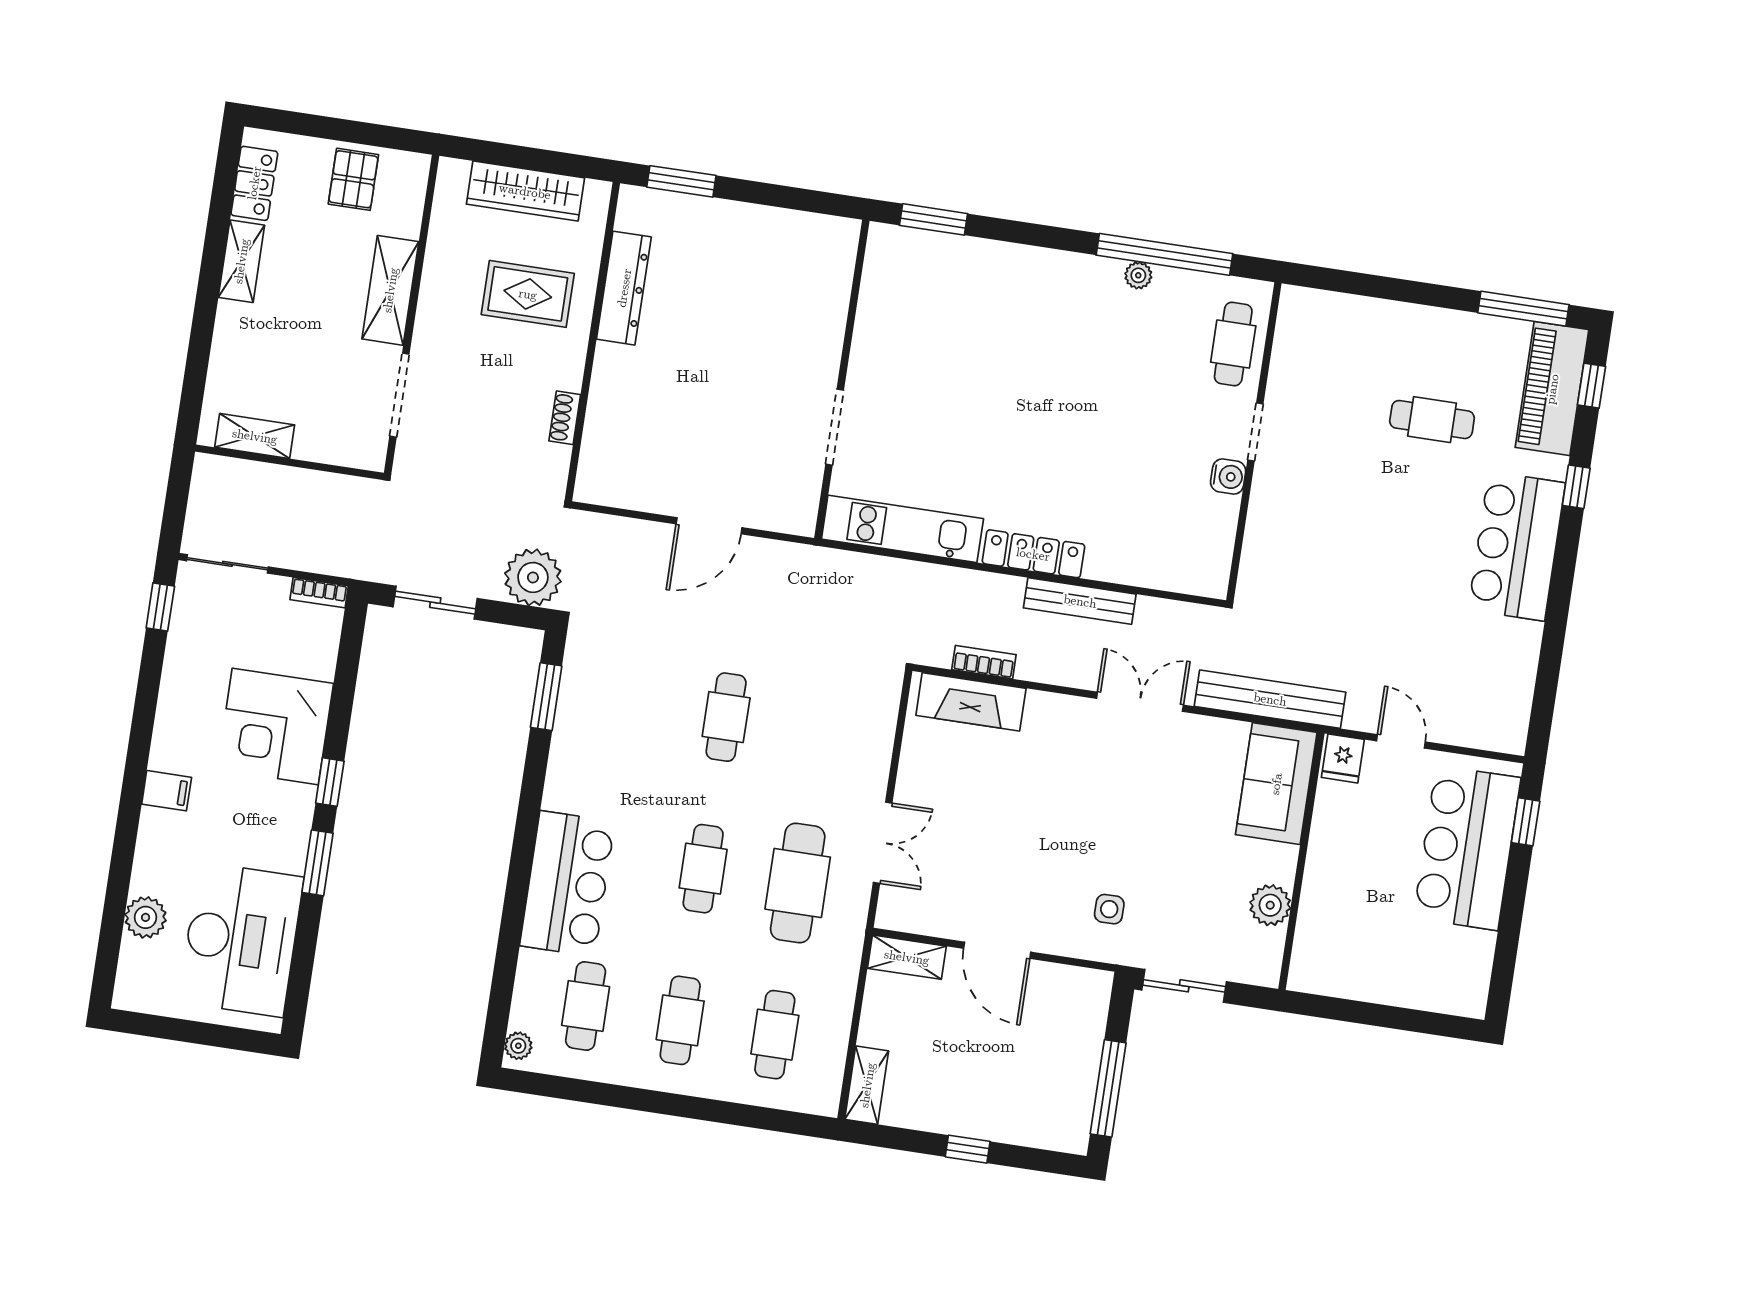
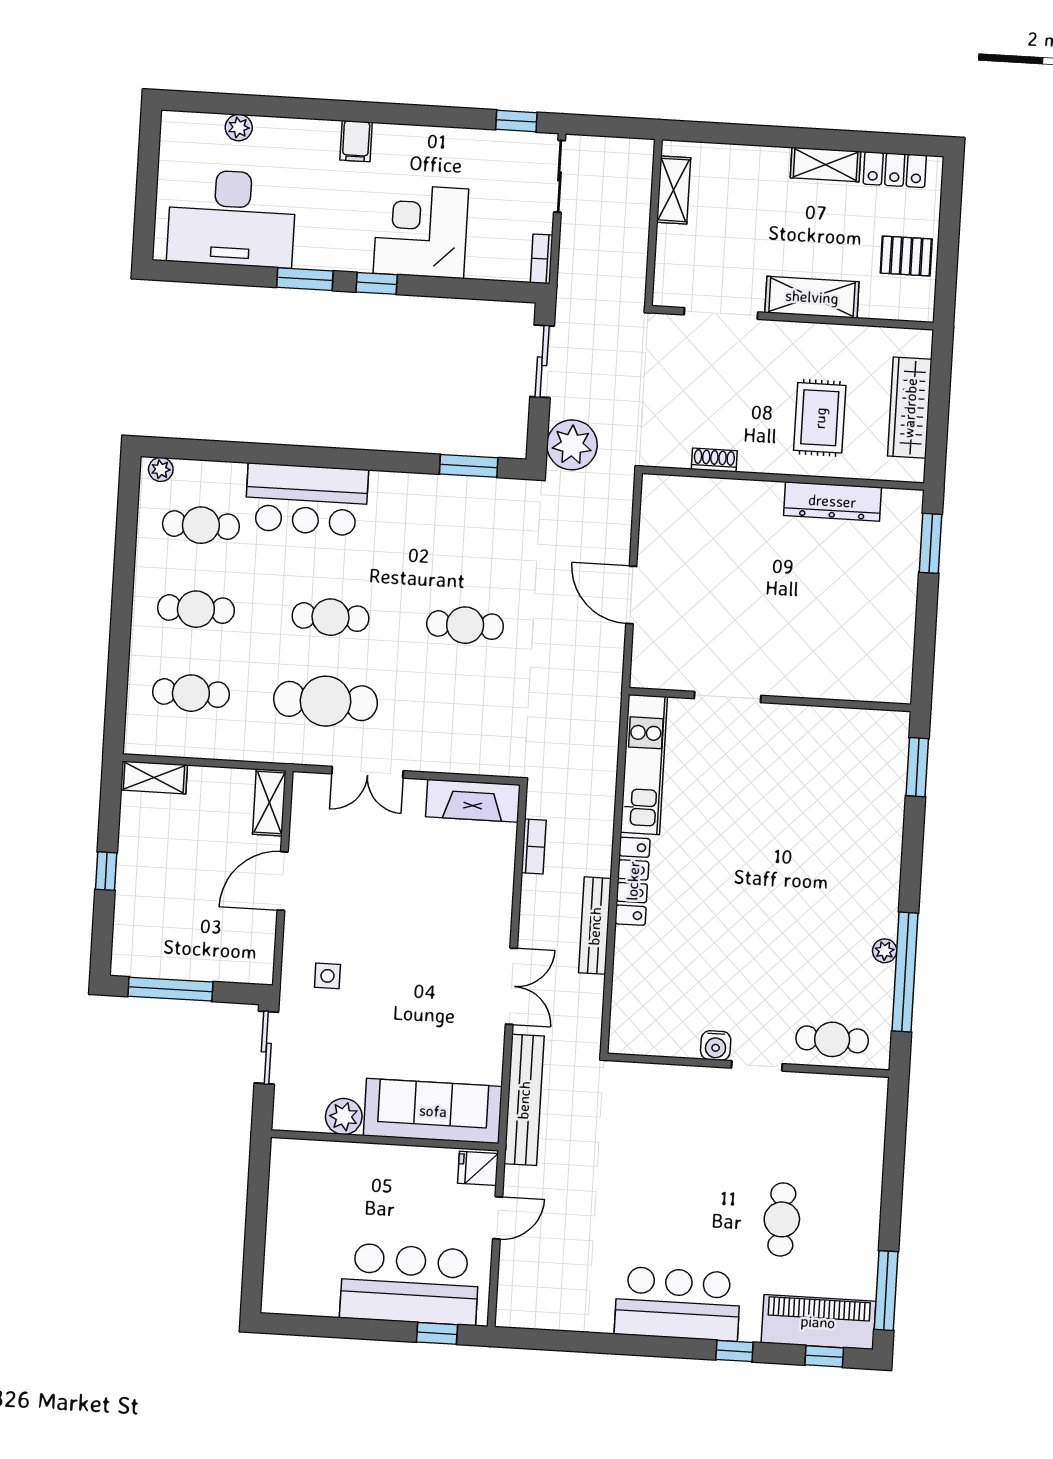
fireplace: (971, 702) -> (473, 801), moved, turned -90
sofa: (1276, 784) -> (433, 1111), width x1.36
plant: (146, 917) -> (239, 128), width x0.73, depth x0.73

